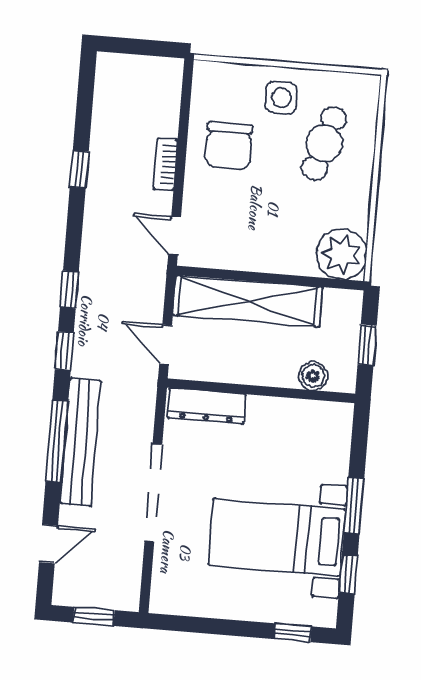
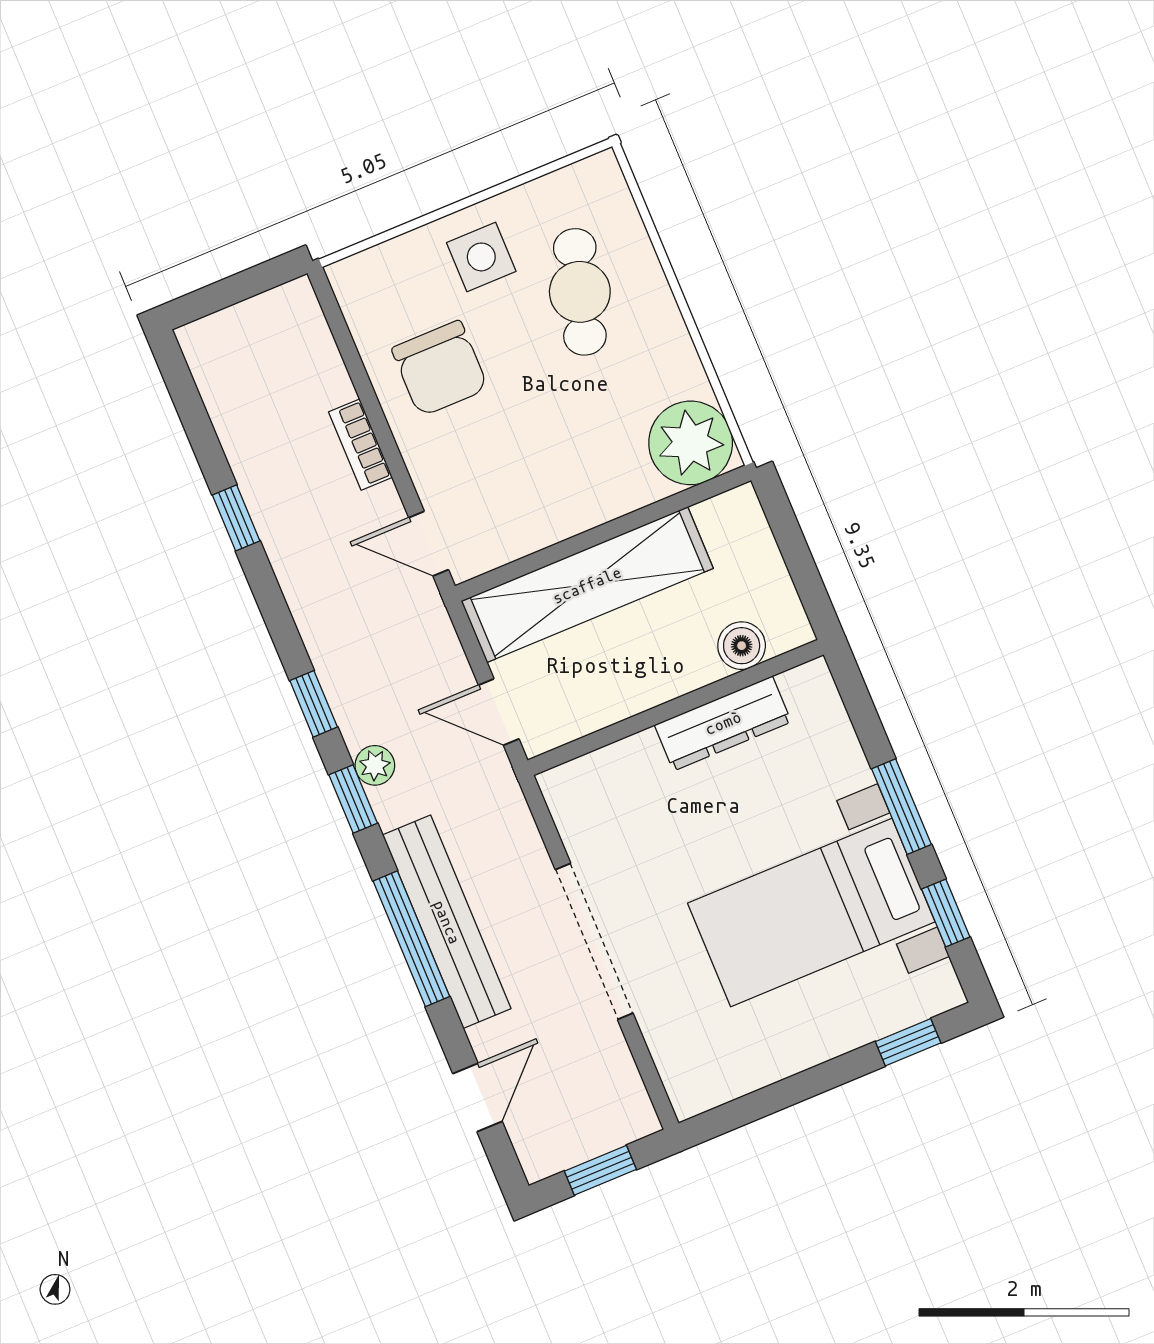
plant: (85, 339) -> (375, 765), added
window: (367, 345) -> (798, 558), removed
dresser: (207, 406) -> (723, 723), moved

